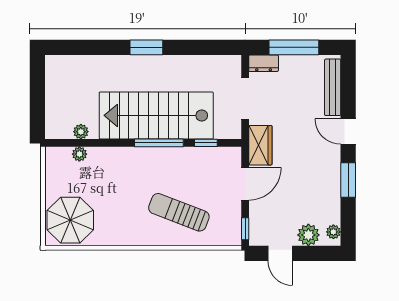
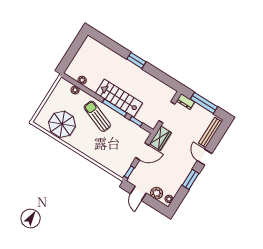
stairs: (156, 115) -> (119, 98), width x0.73, depth x0.66
sun lounger: (179, 212) -> (97, 116), moved
parasol: (70, 220) -> (62, 124), moved

